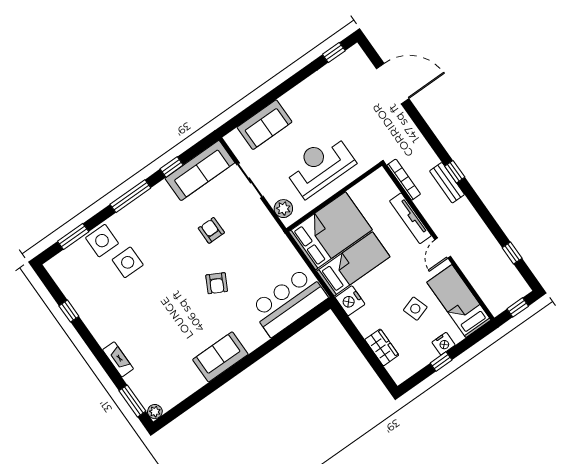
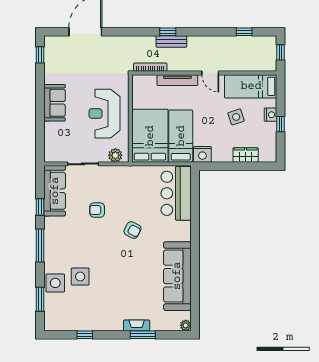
sofa: (265, 125) -> (54, 103), moved
sofa: (220, 357) -> (177, 276), width x1.85, depth x1.27
window: (132, 401) -> (143, 335), moved

